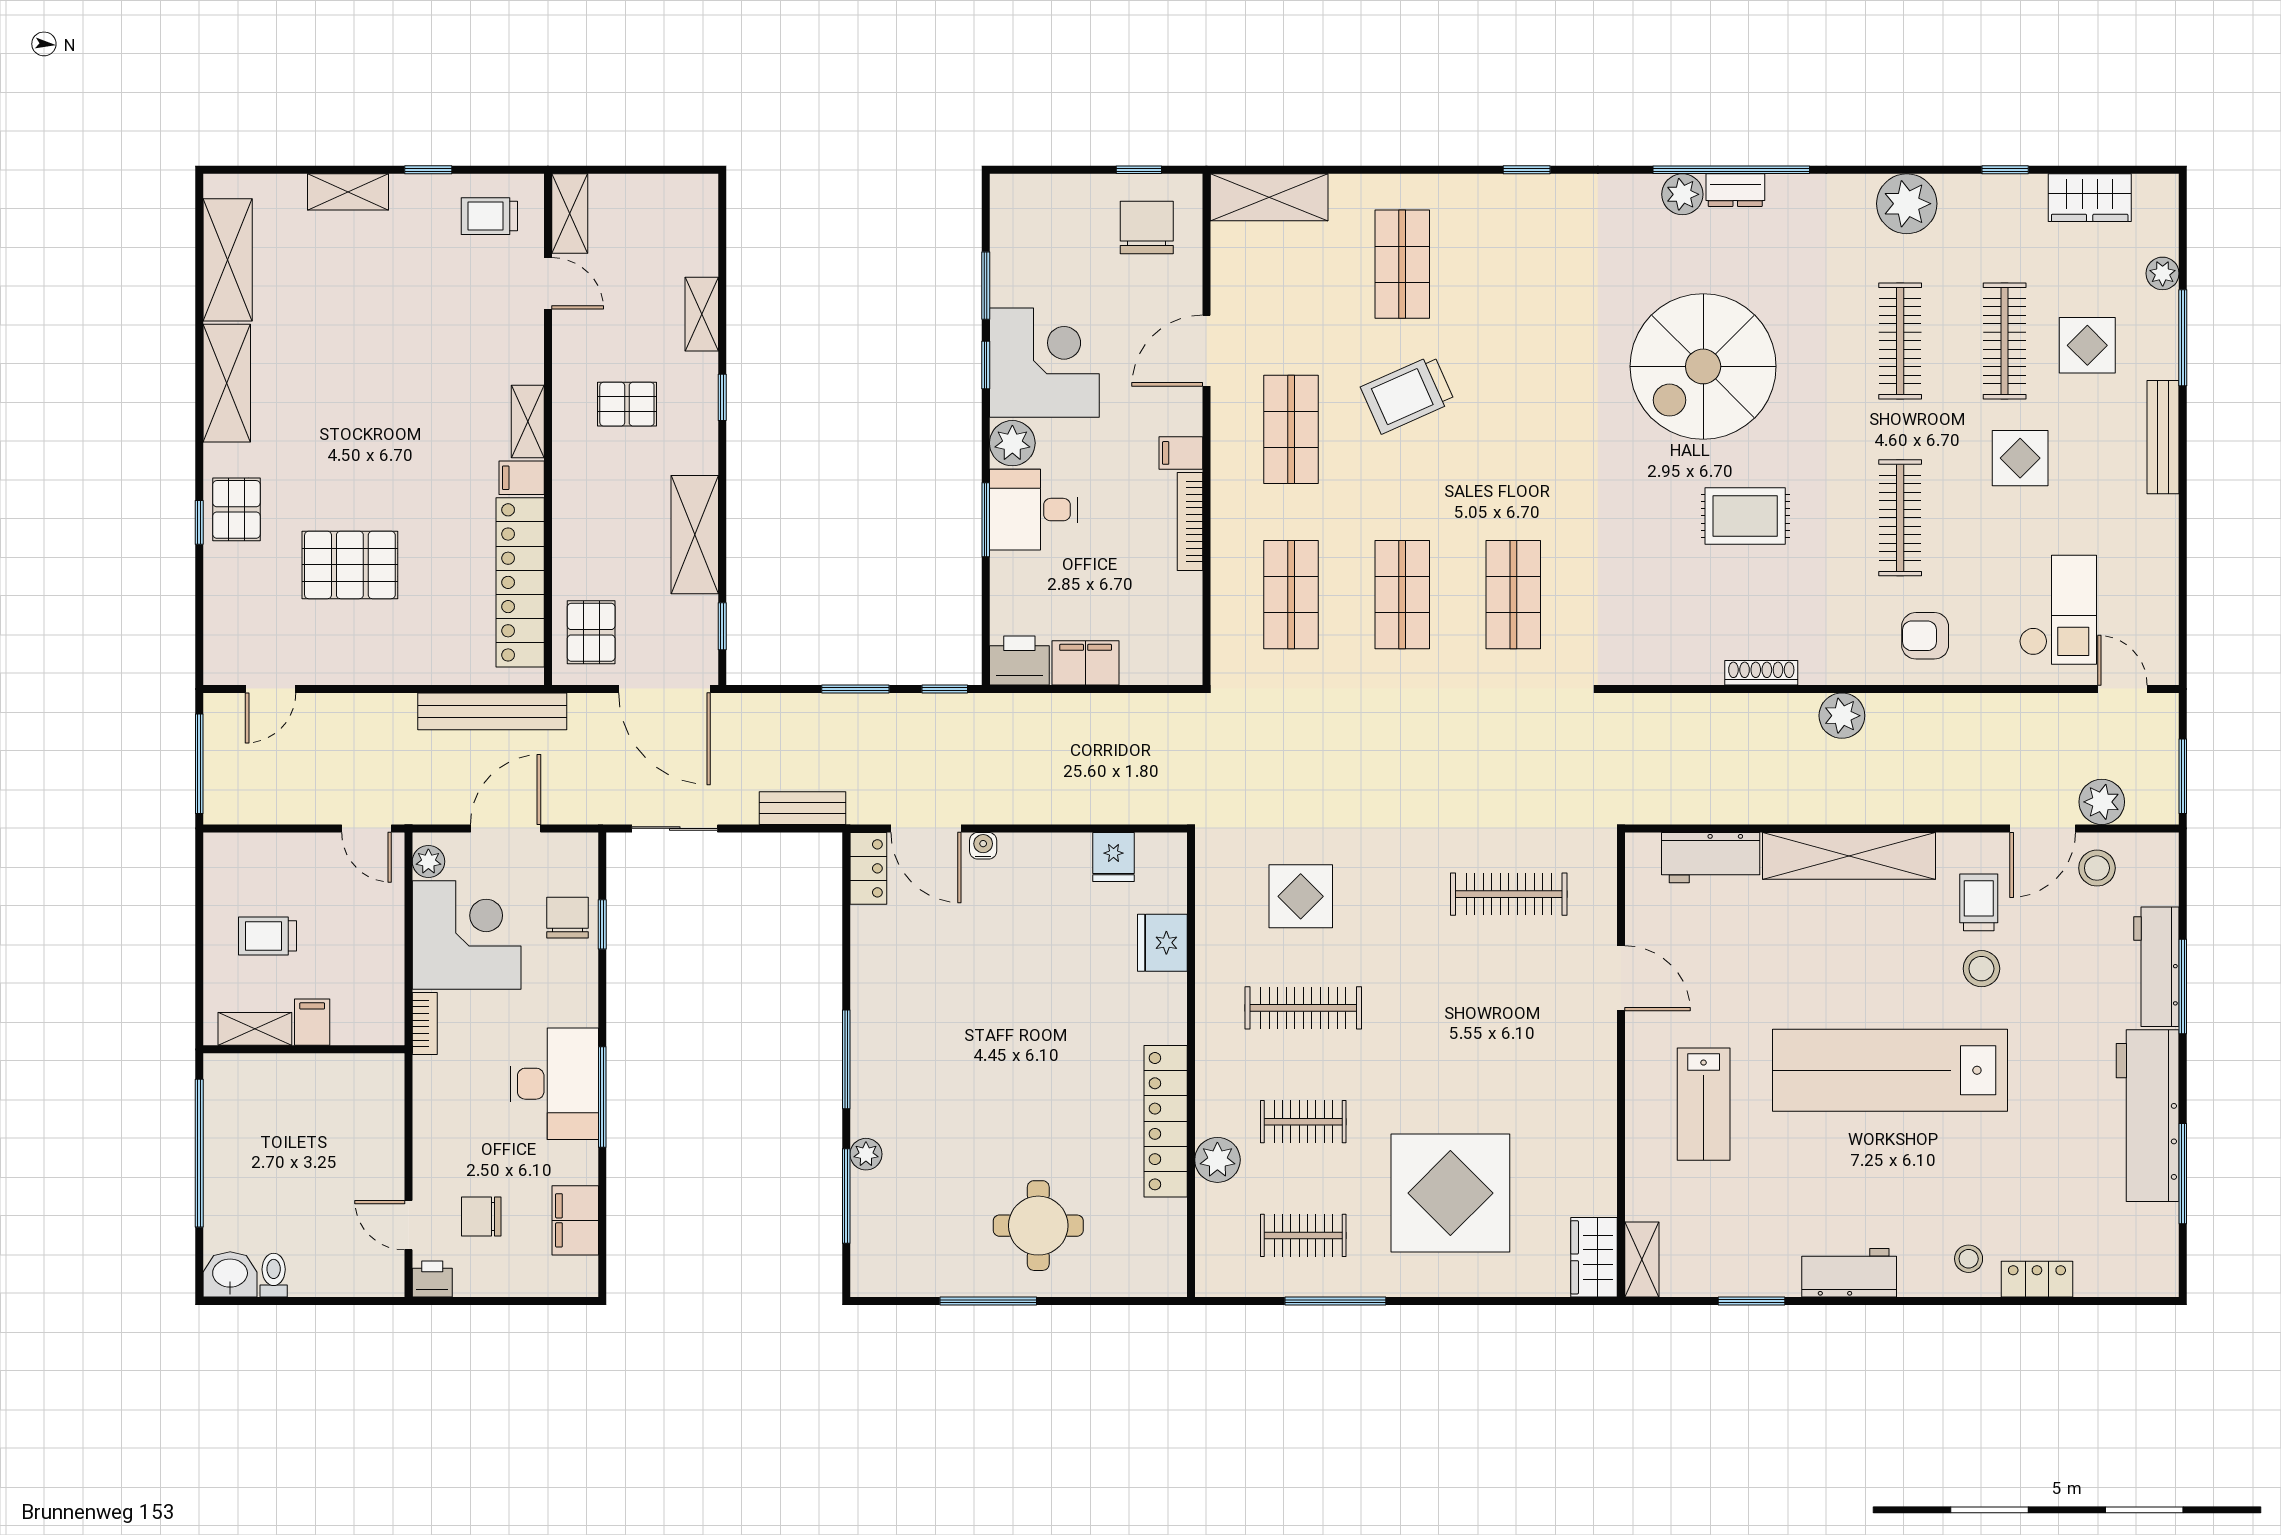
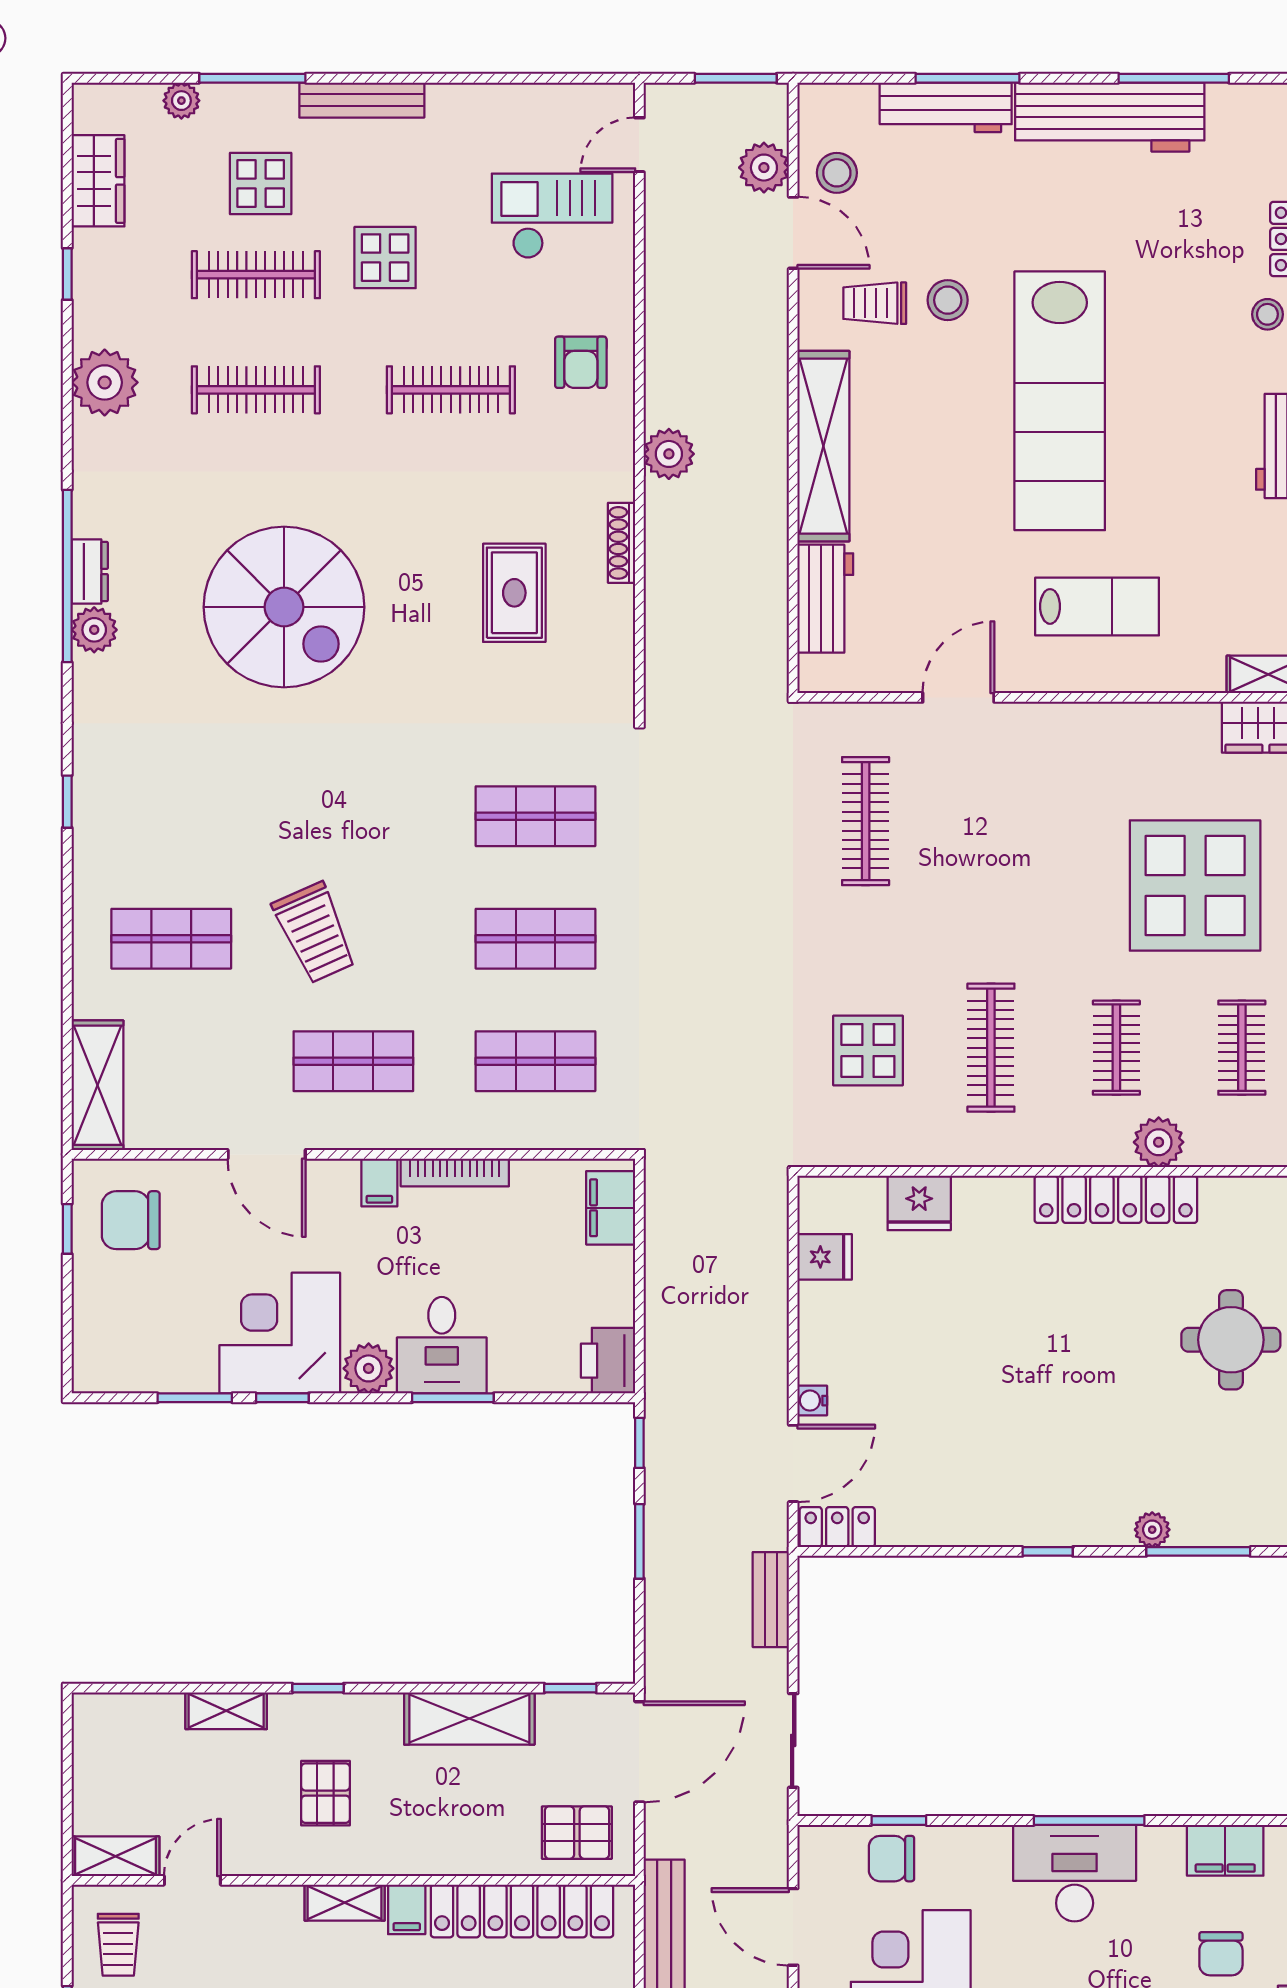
rug: (1745, 516) -> (514, 593), moved
filing cabinet: (1086, 663) -> (611, 1208), moved
window: (846, 1059) -> (1048, 1551), width x0.46

